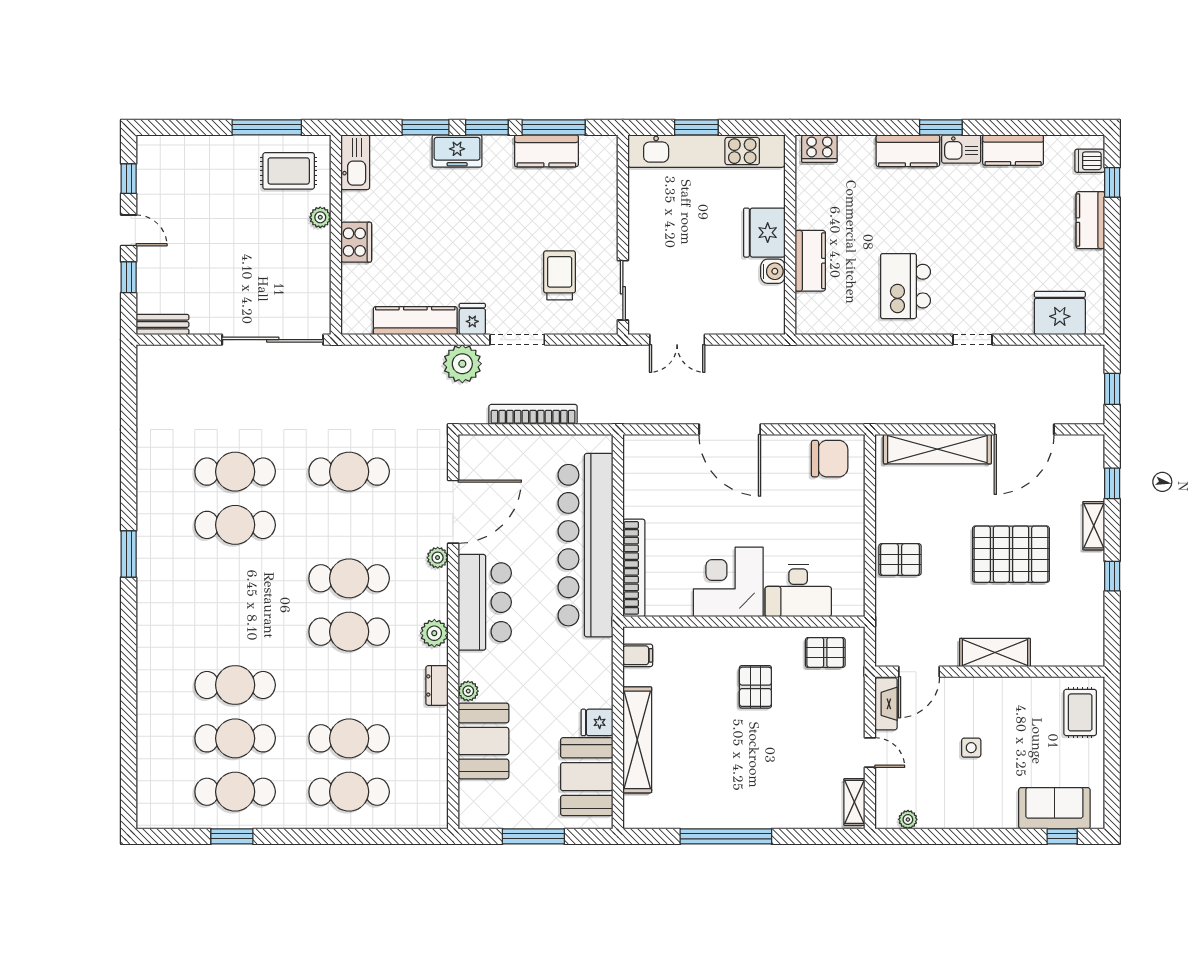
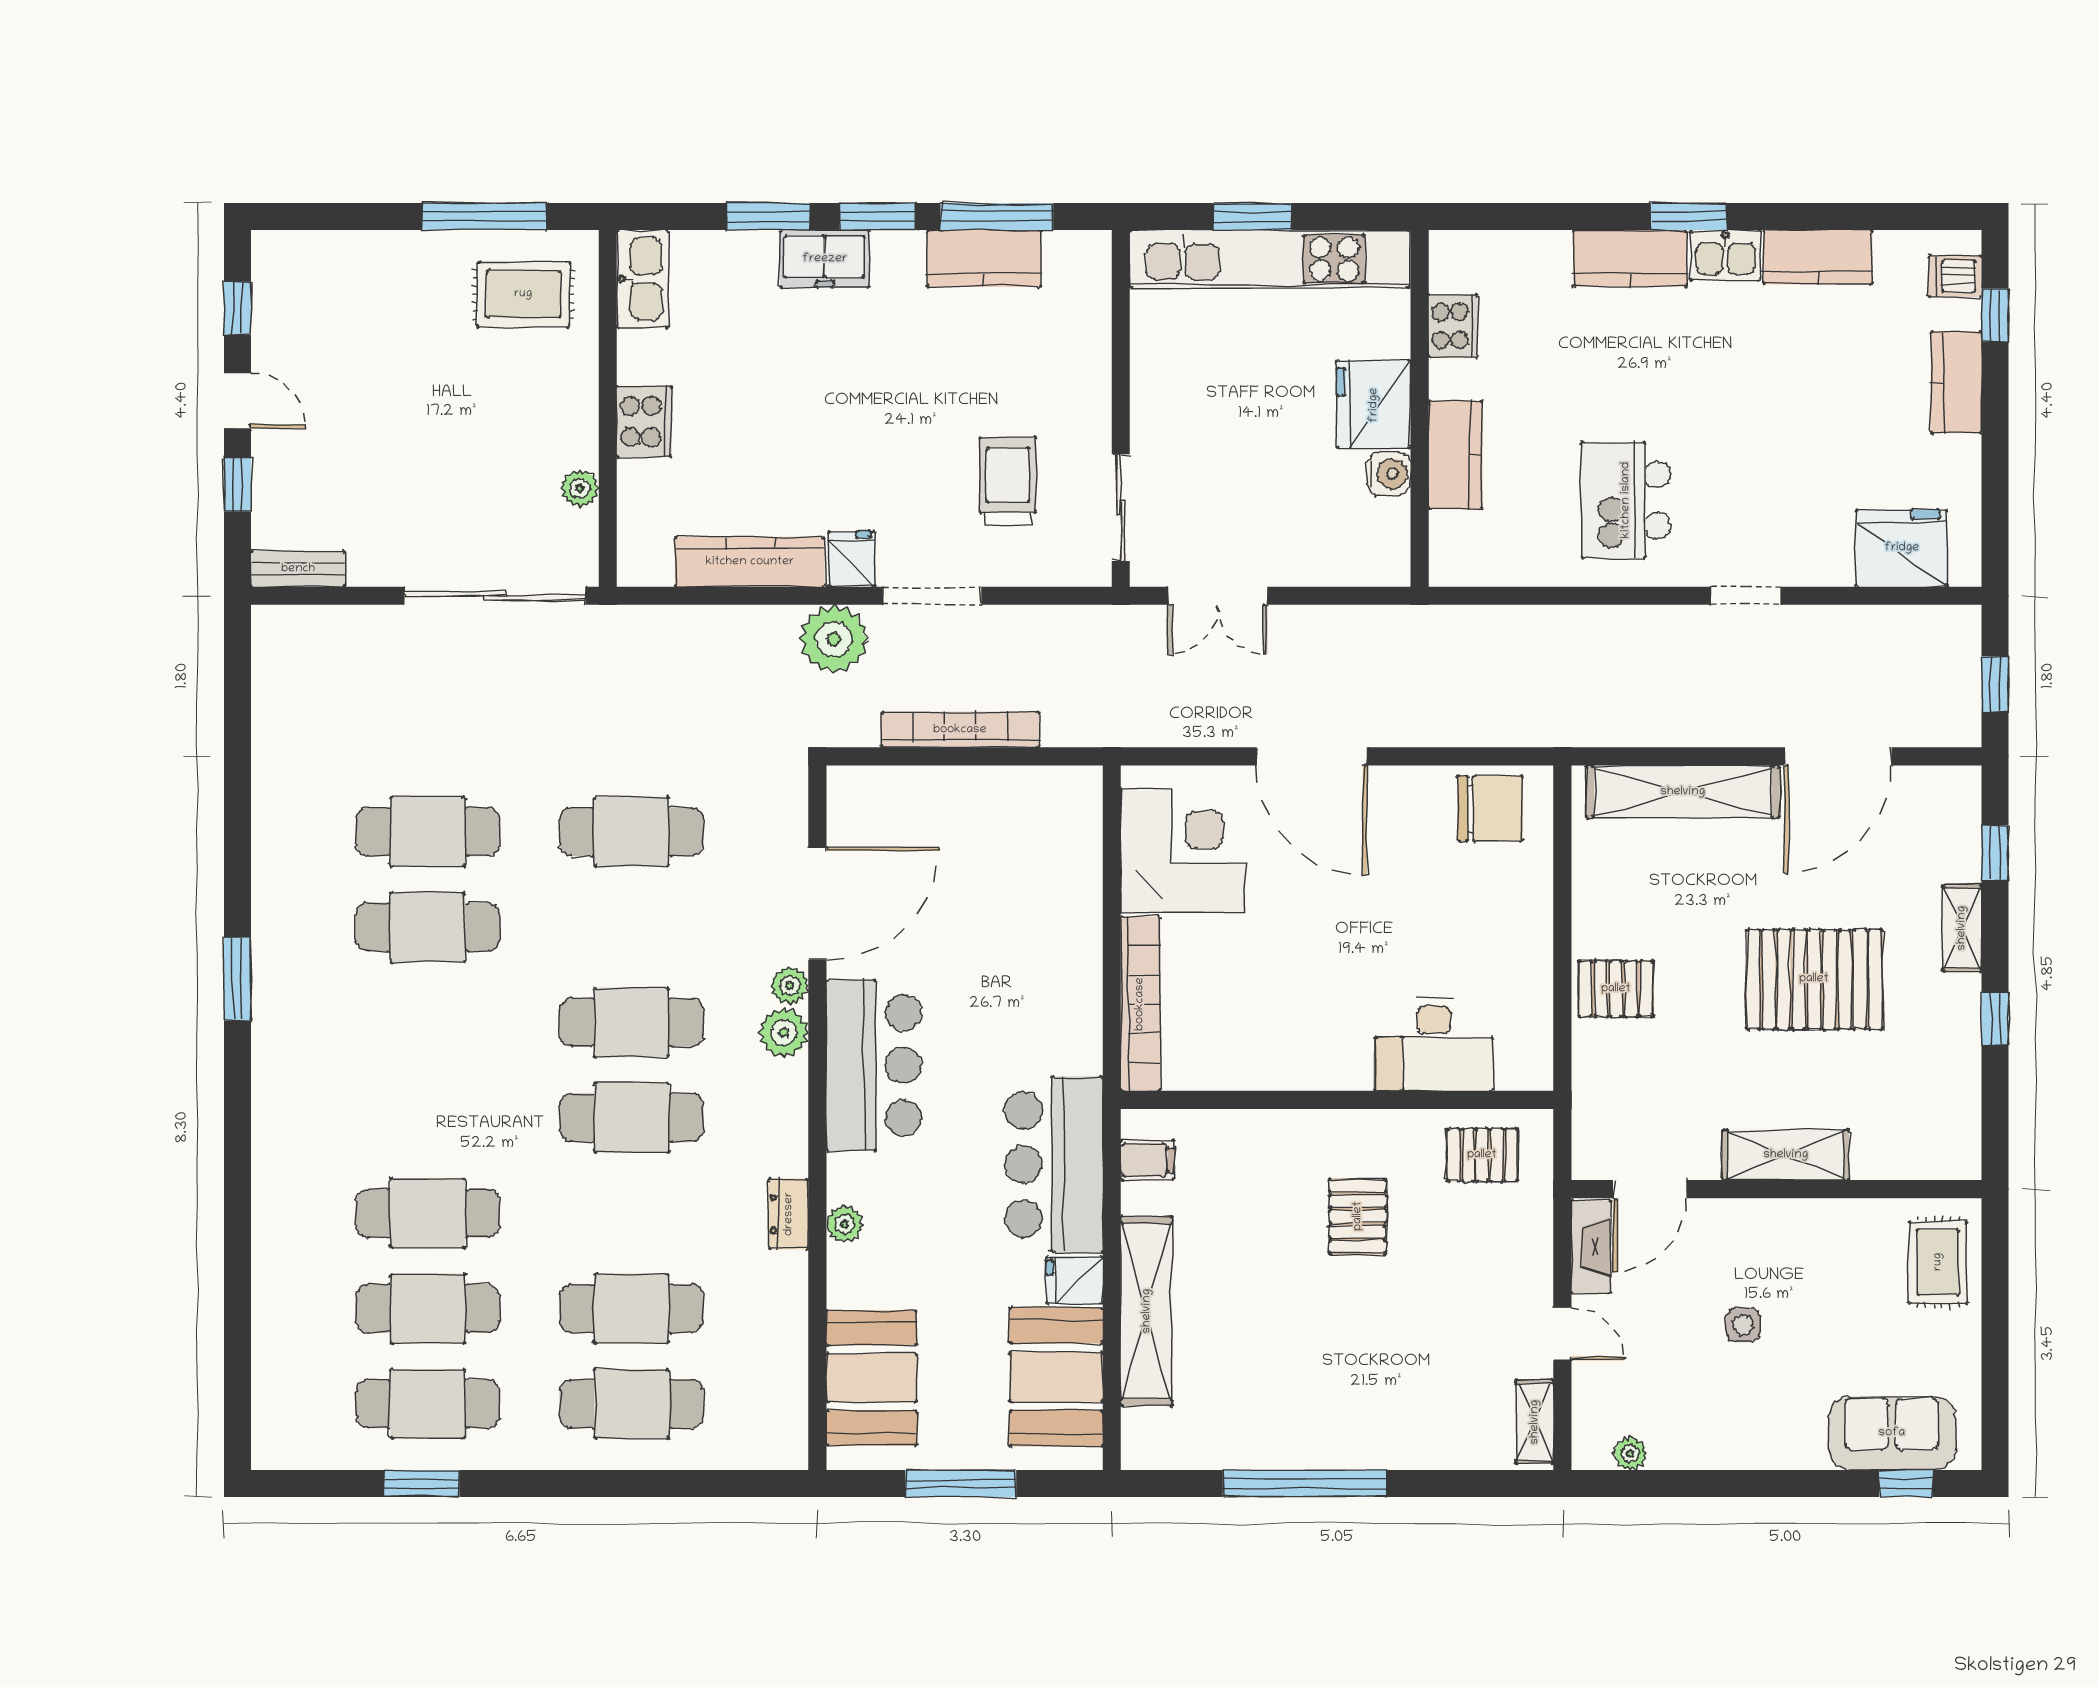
cooker: (819, 149) -> (1453, 326), moved, turned -90
plant: (320, 217) -> (580, 488), moved
bar counter: (585, 545) -> (1054, 1165), moved, width x0.54
corner desk: (728, 582) -> (1183, 851), moved, turned 90
plant: (434, 633) -> (784, 1033), moved
booth: (483, 741) -> (872, 1378), moved

